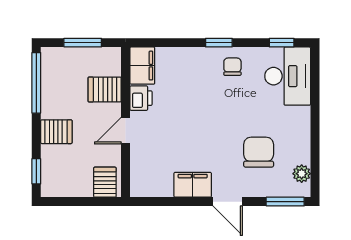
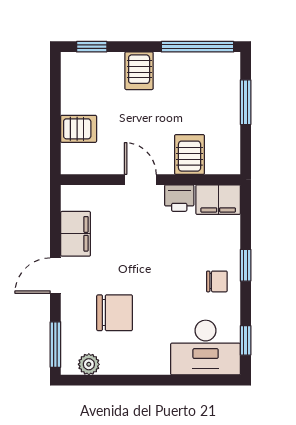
filing cabinet: (142, 66) -> (218, 200), moved
server rack: (105, 90) -> (190, 154), moved
printer: (141, 98) -> (179, 198), moved
wall: (126, 122) -> (151, 180), moved
door: (126, 131) -> (140, 180), moved

